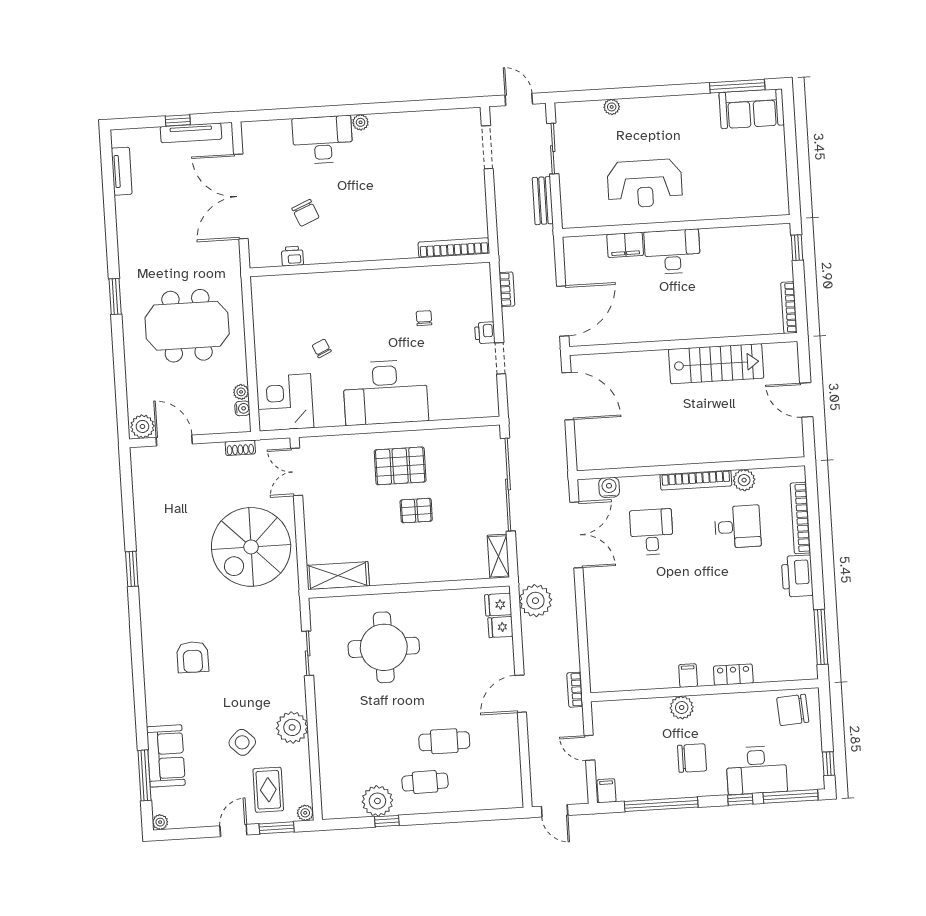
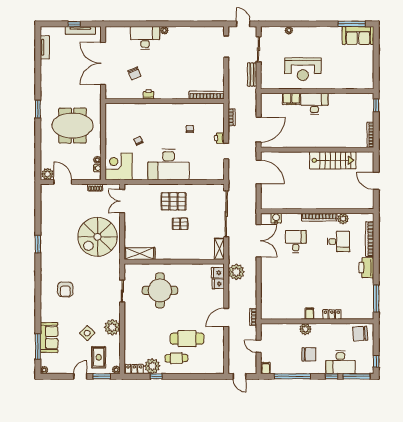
printer: (292, 256) -> (149, 94), moved
cafe table: (444, 741) -> (187, 339), width x1.37, depth x1.35
locker: (342, 809) -> (134, 369), added

